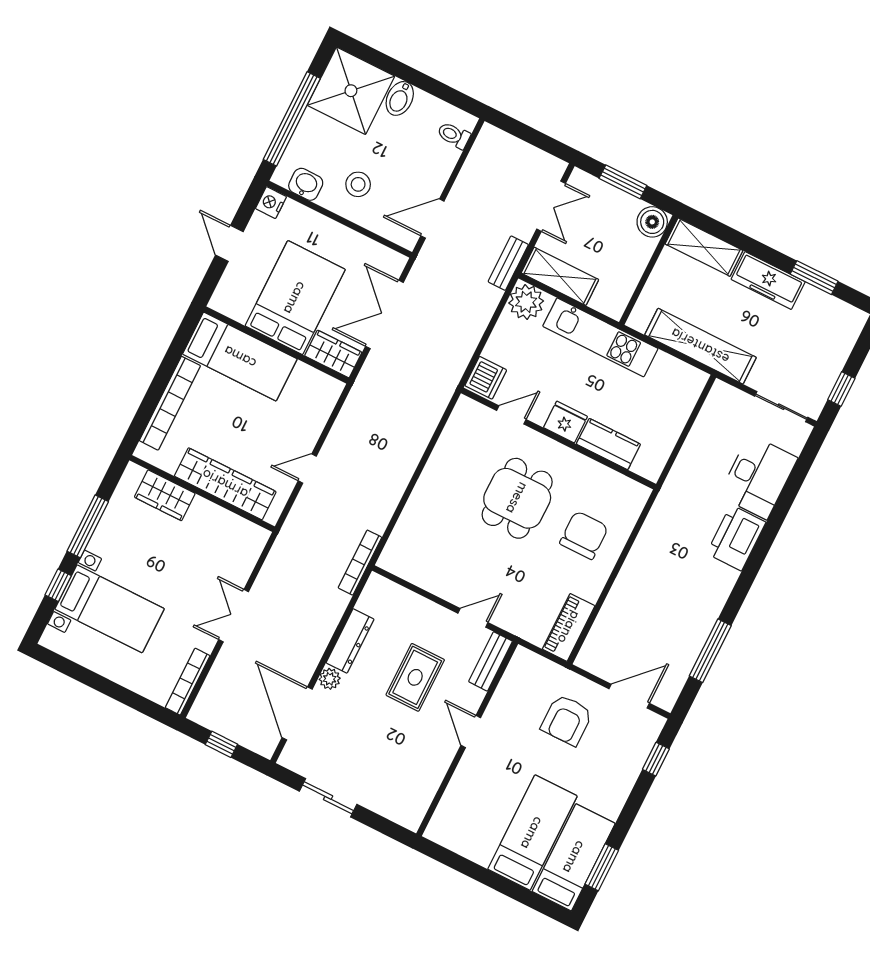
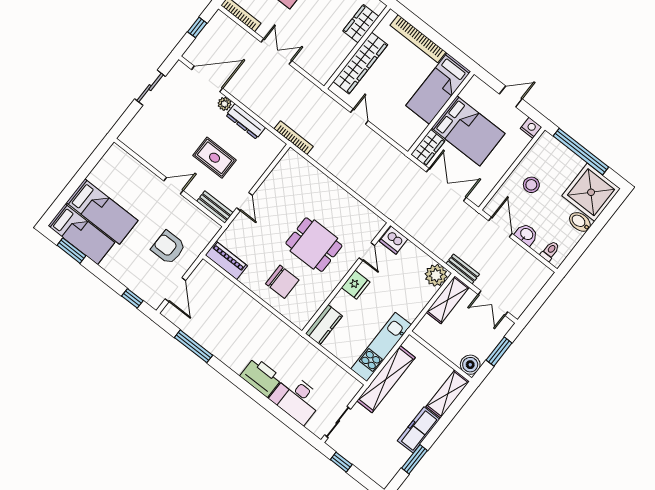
washbasin: (306, 184) -> (526, 234), moved, turned -90
kitchen unit: (600, 337) -> (381, 347), moved
kitchen counter: (608, 444) -> (324, 325), moved

